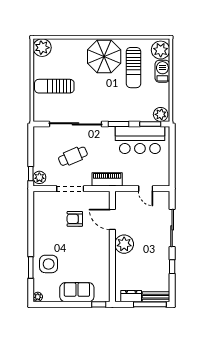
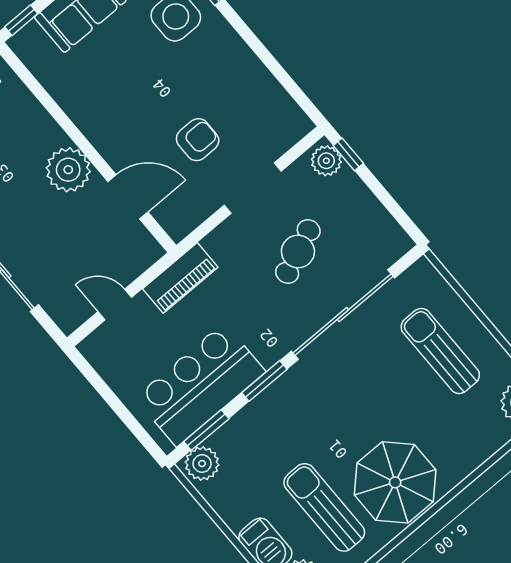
sun lounger: (54, 86) -> (440, 351), turned -90
piano: (107, 179) -> (180, 278), moved

